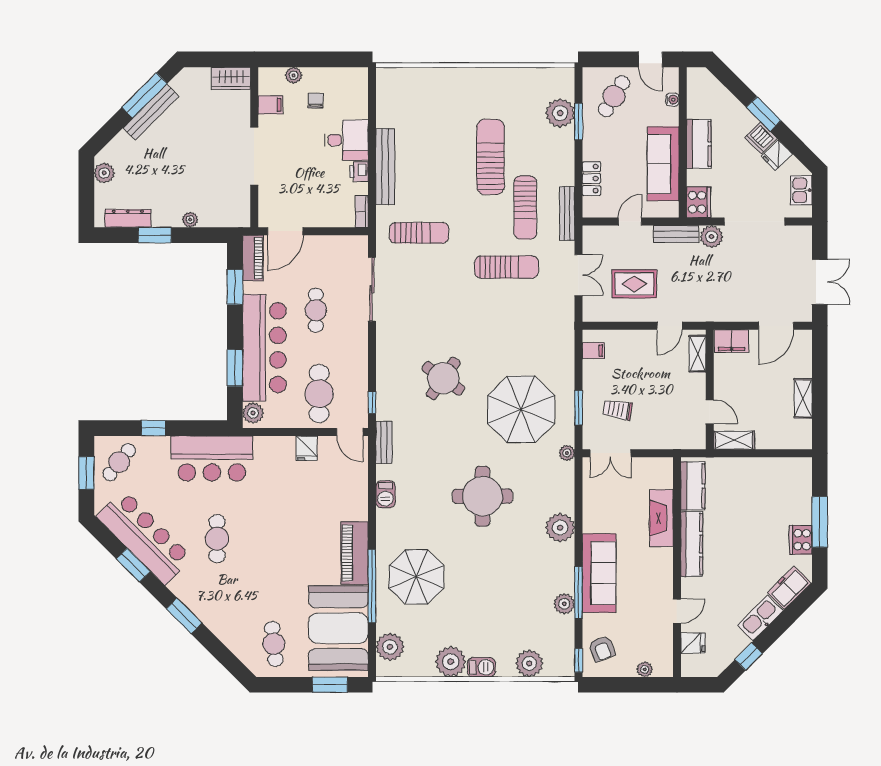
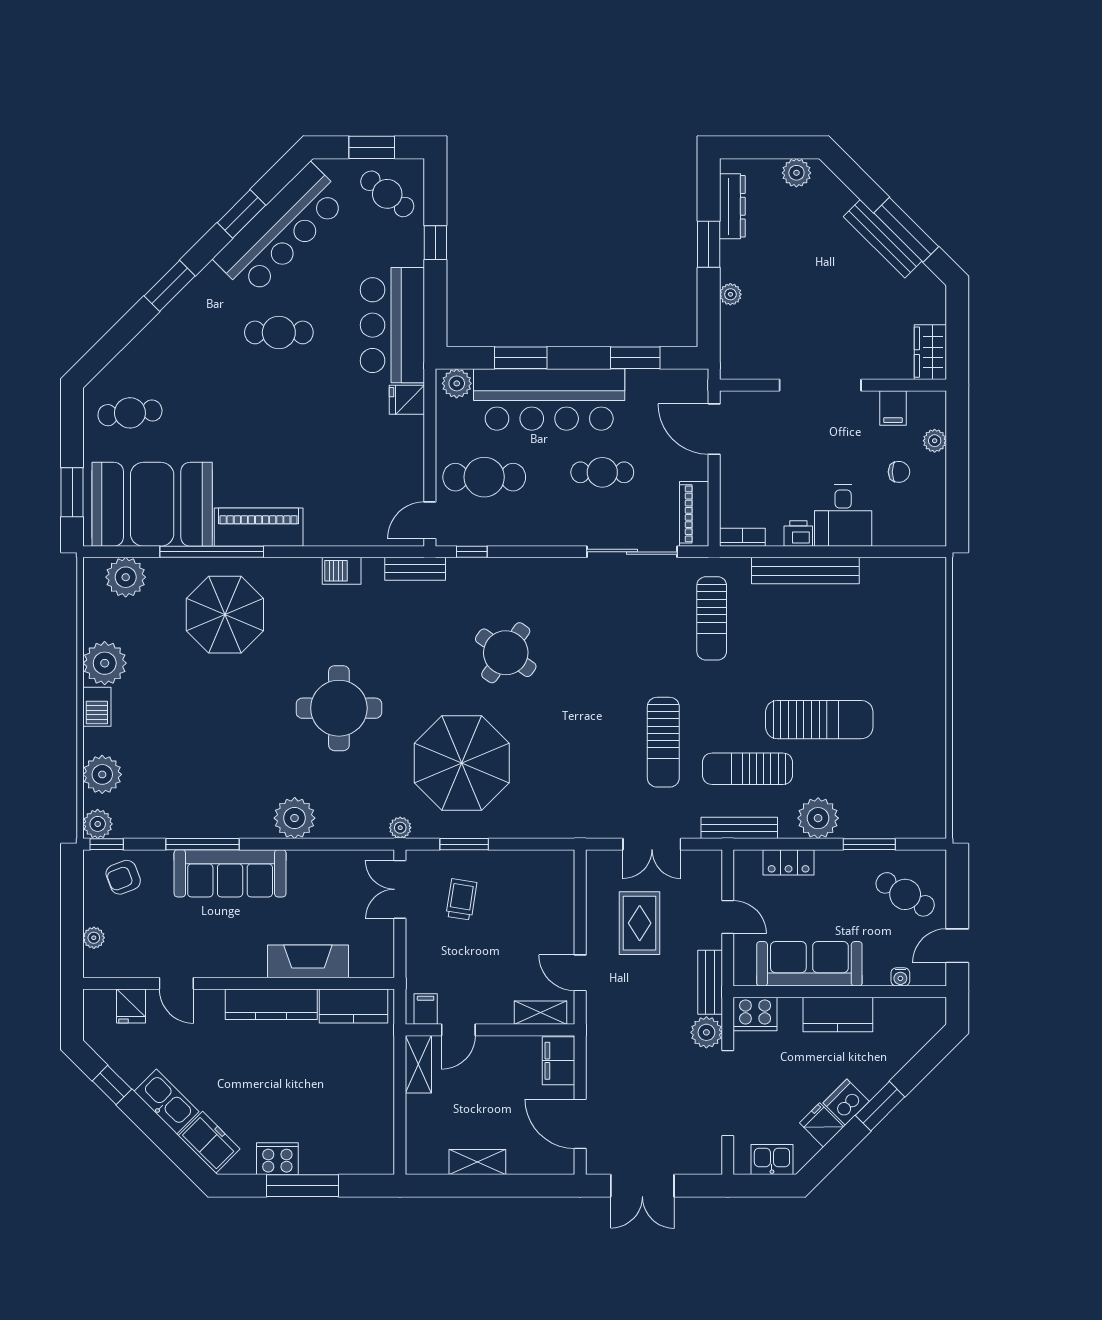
plant: (560, 113) -> (818, 818), moved
piano: (253, 258) -> (694, 514), moved, turned 90
filing cabinet: (593, 351) -> (426, 1009), moved, turned 180
fridge: (307, 448) -> (407, 400), moved
plant: (564, 604) -> (98, 824), moved

